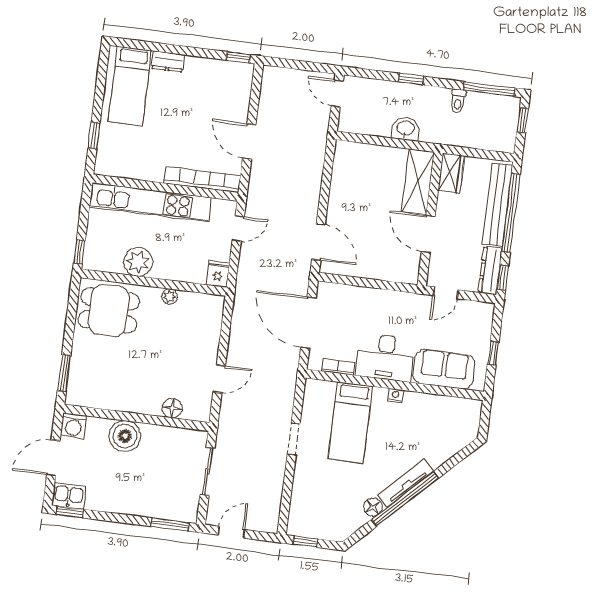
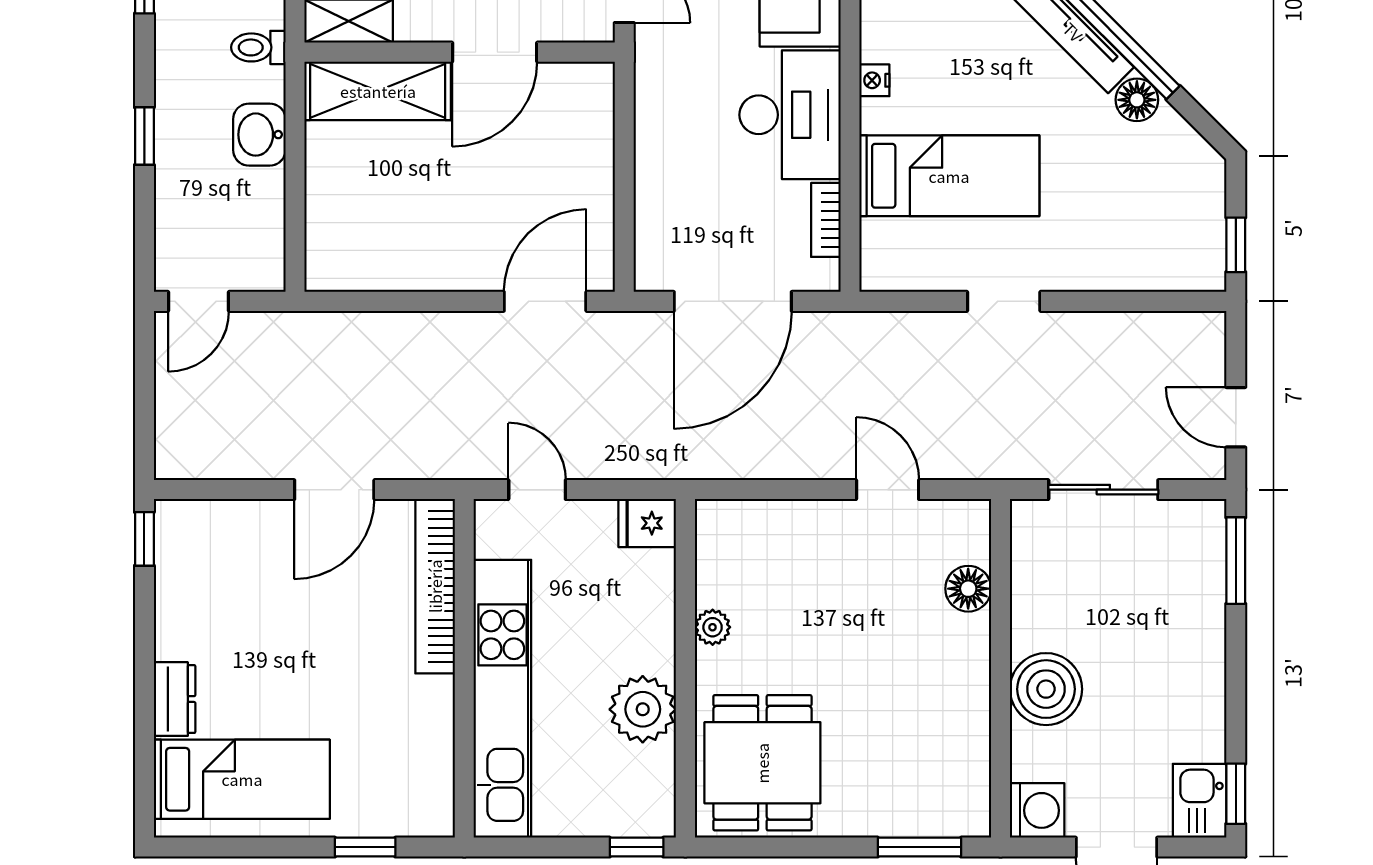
toilet: (458, 101) -> (258, 47), moved, turned 180

